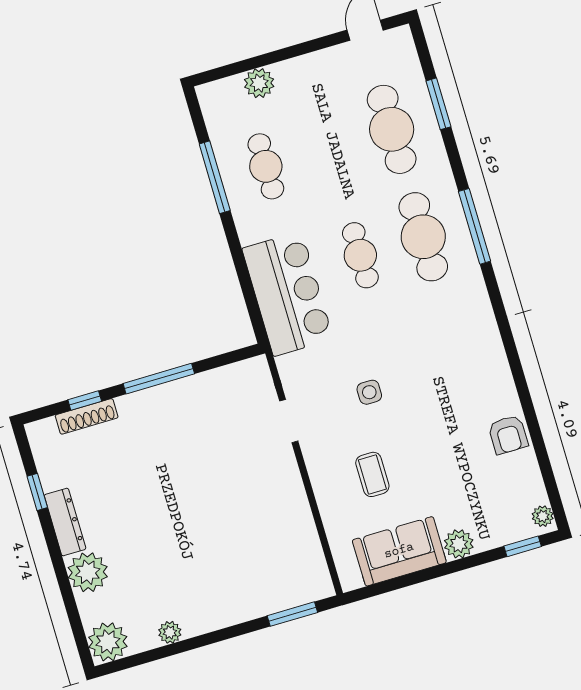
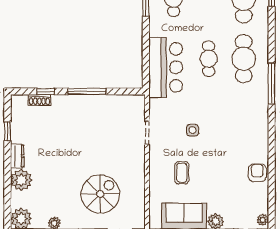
window: (475, 226) -> (272, 84), moved
shoe rack: (87, 416) -> (39, 100), width x0.70
armchair: (508, 435) -> (257, 173), turned 180
dresser: (65, 522) -> (17, 156), width x0.70
spiral stairs: (237, 556) -> (100, 194), added

